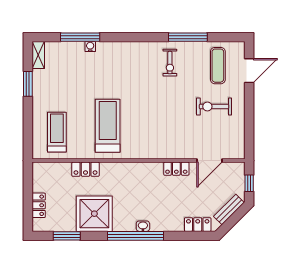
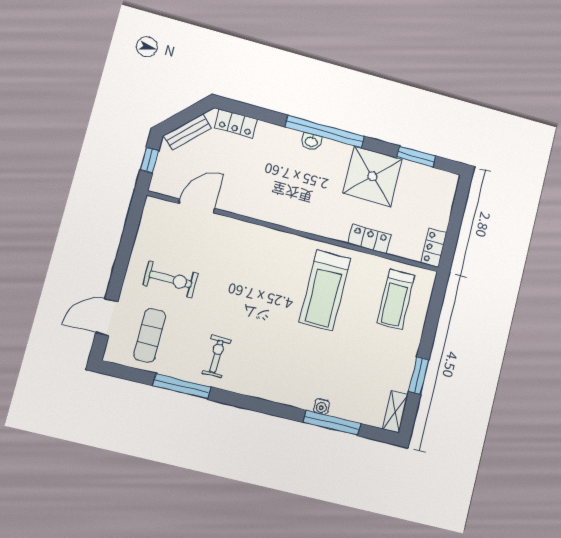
locker: (176, 169) -> (246, 207), removed
locker: (39, 205) -> (434, 248), moved

